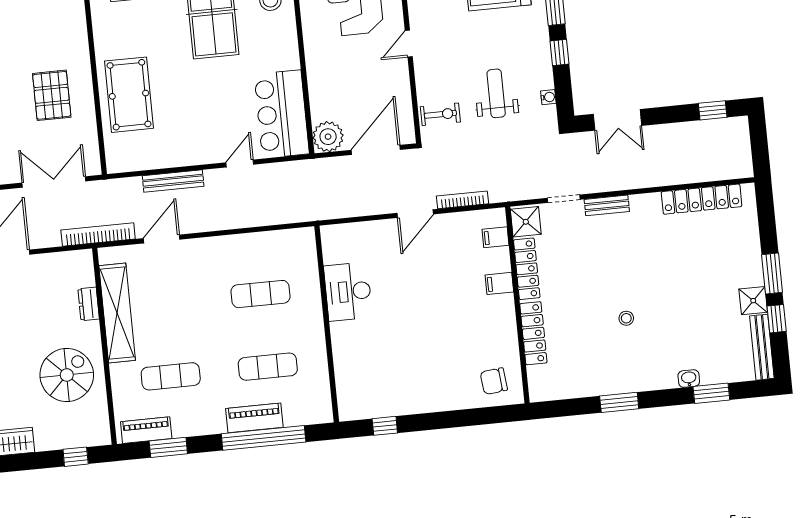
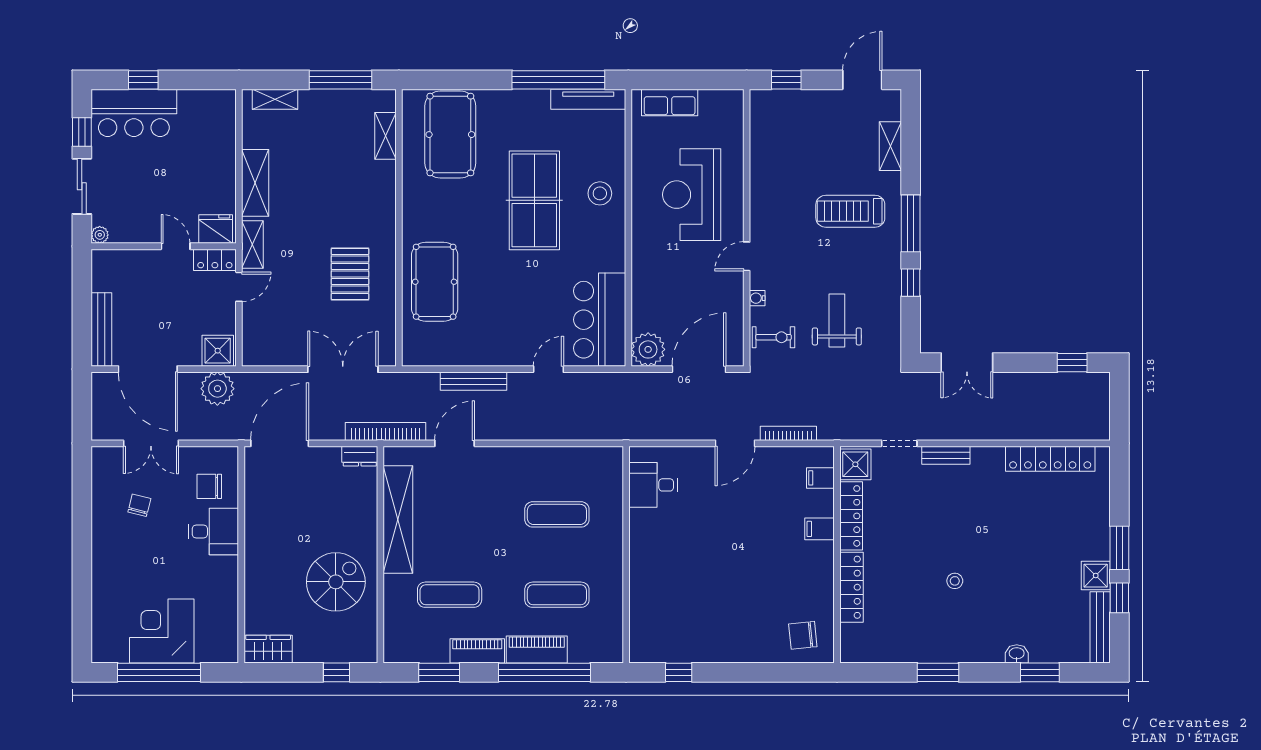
water cooler: (548, 97) -> (757, 298), moved, turned 180
desk: (348, 292) -> (653, 485), moved, width x0.73
dresser: (89, 304) -> (360, 456), moved, turned -90
piano: (146, 430) -> (477, 651), moved

